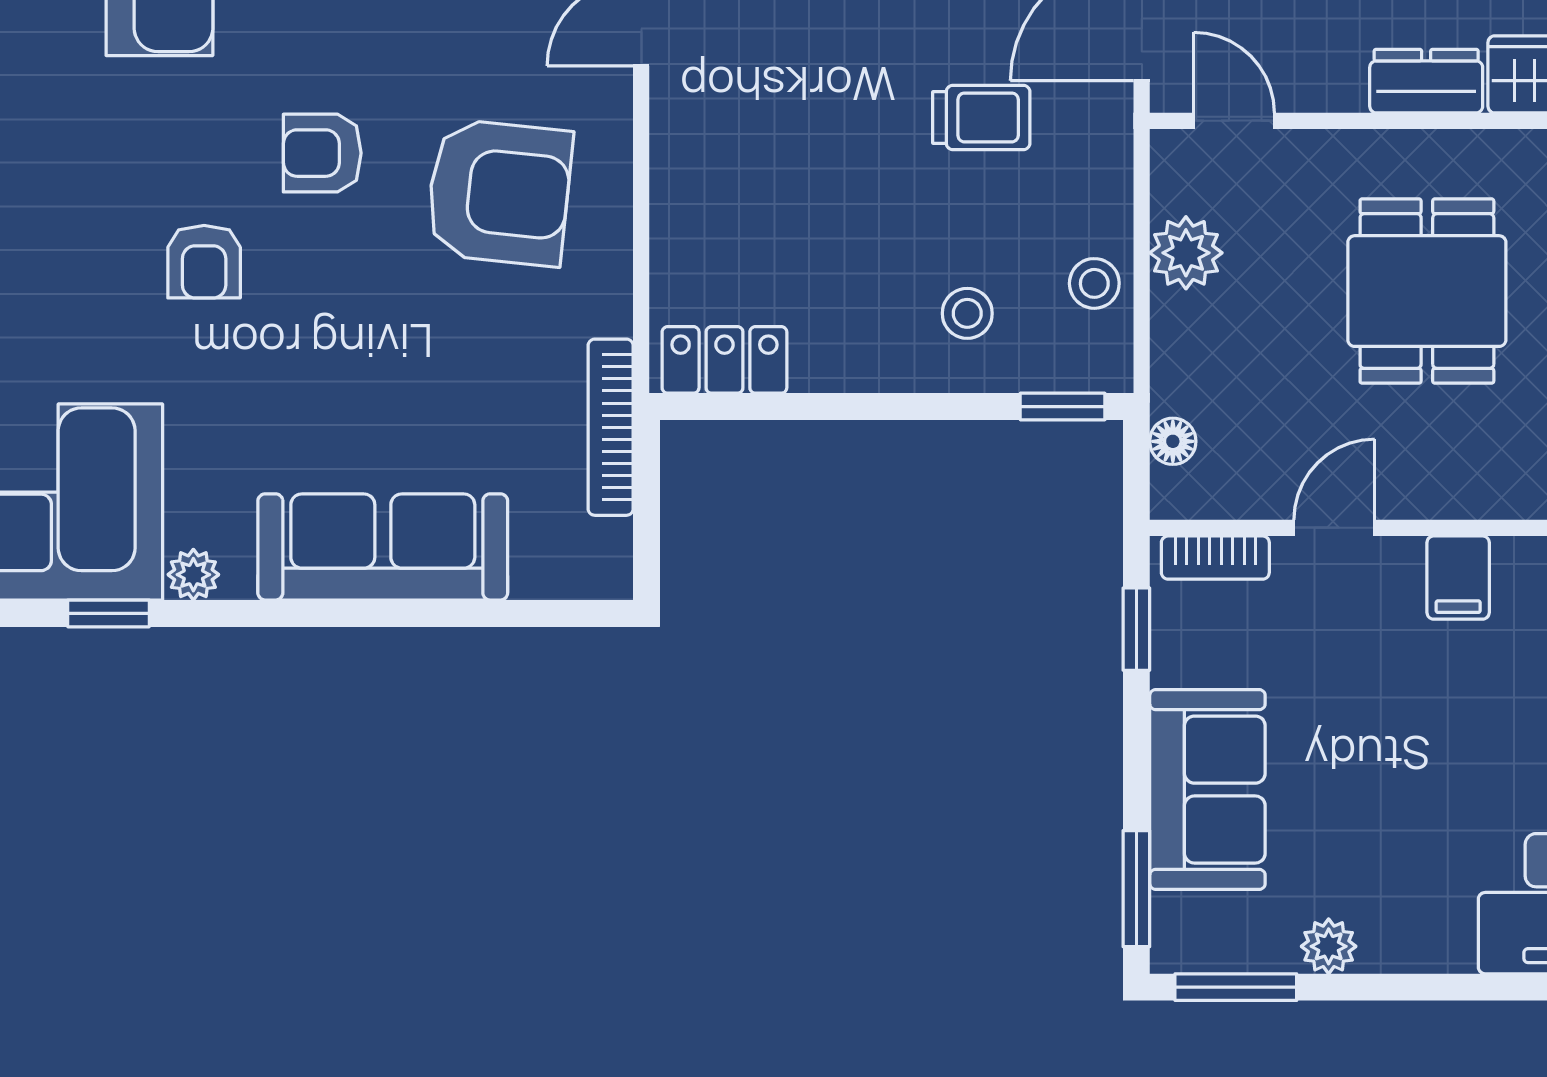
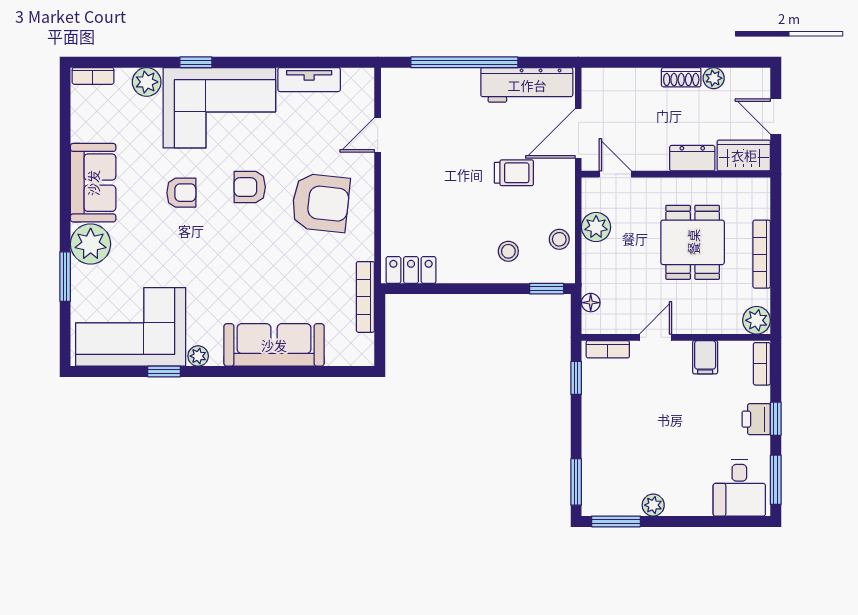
armchair: (204, 262) -> (181, 193), moved, turned -90
sofa: (1207, 790) -> (605, 442), removed

